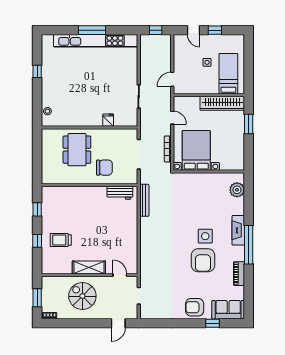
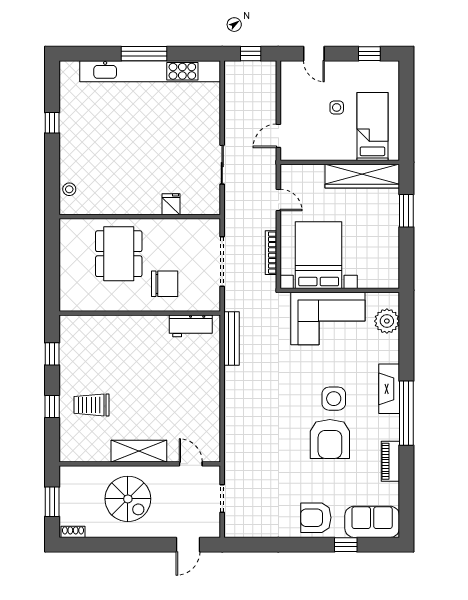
window: (215, 30) -> (369, 54), moved
corner sofa: (202, 188) -> (328, 318), added
spiral stairs: (82, 296) -> (128, 499), turned 180

